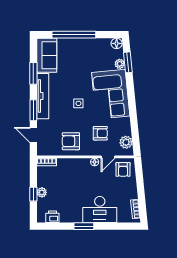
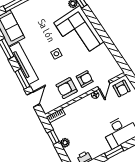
armchair: (100, 133) -> (85, 79), moved
door: (33, 135) -> (33, 99), swing flipped
plant: (126, 142) -> (112, 65), removed
window: (33, 194) -> (53, 137), moved

